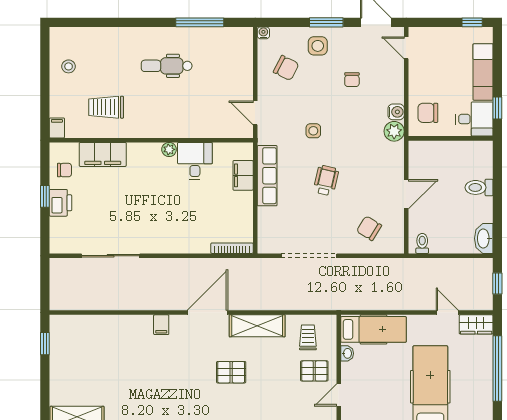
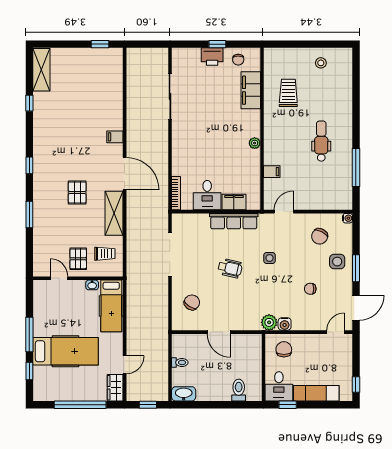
filing cabinet: (57, 128) -> (272, 172), moved
desk: (195, 161) -> (207, 195), moved, turned 90
toilet: (479, 187) -> (239, 390), moved
toilet: (422, 243) -> (180, 362), moved

